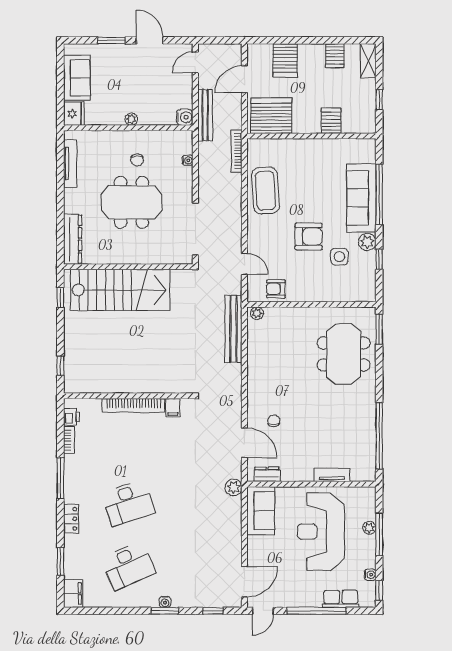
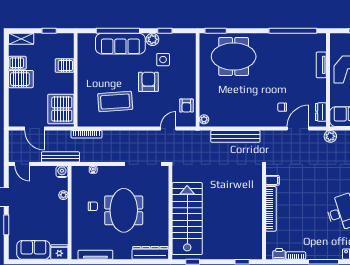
server rack: (285, 61) -> (21, 79), moved
plant: (131, 119) -> (63, 195), moved
coffee table: (265, 191) -> (115, 101), moved
bench: (234, 329) -> (235, 136), moved

